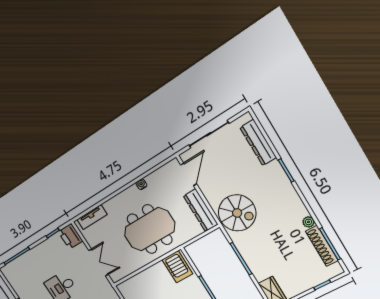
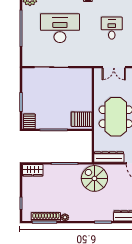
spiral stairs: (237, 213) -> (94, 178), turned 90

